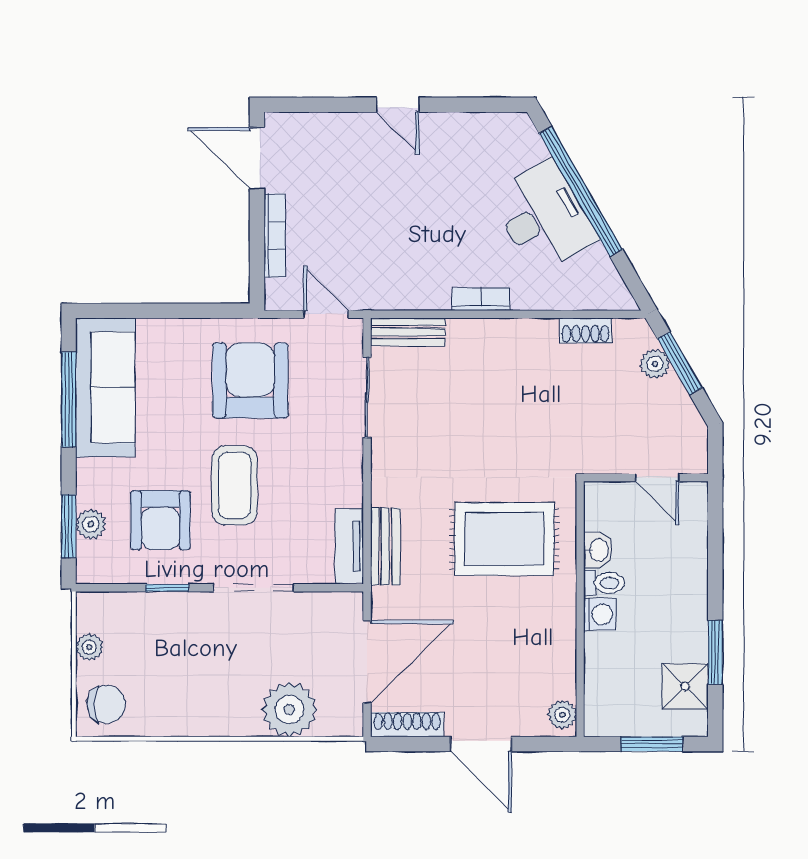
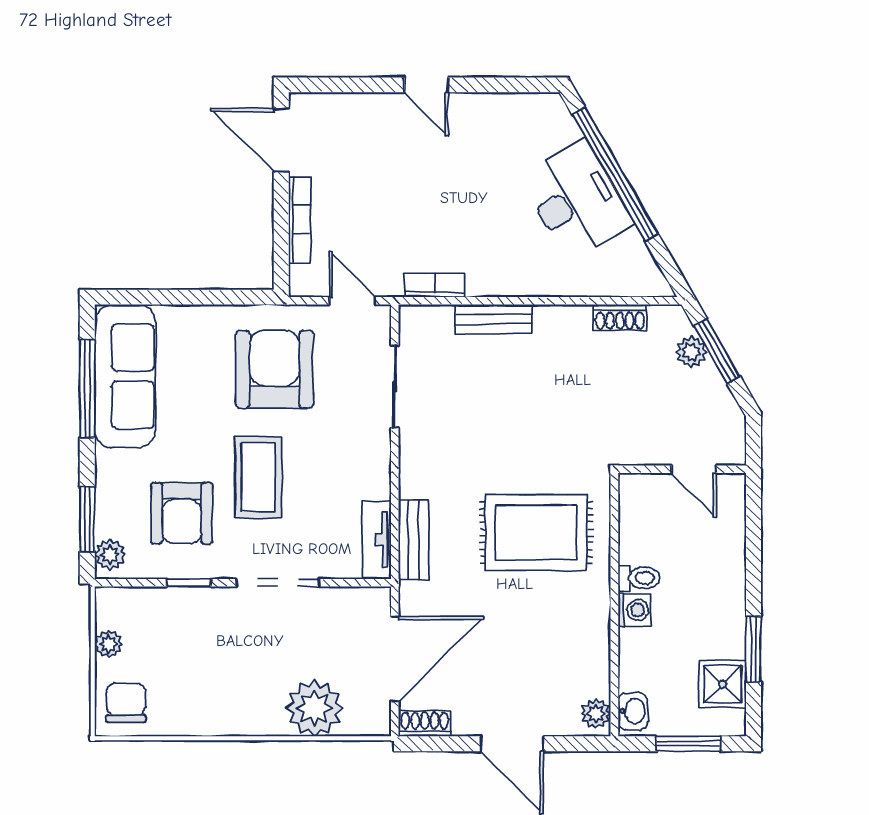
bookcase: (481, 299) -> (435, 285), moved
bench: (408, 332) -> (494, 319), moved
plant: (91, 524) -> (110, 555), moved
washbasin: (598, 550) -> (633, 711), moved
chair: (106, 704) -> (126, 703), turned -90
shoe rack: (407, 725) -> (425, 724), width x0.70

